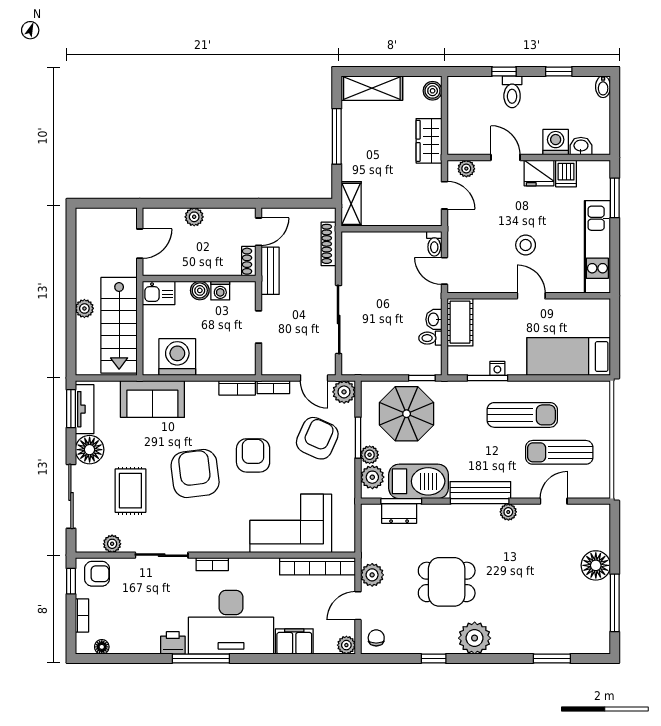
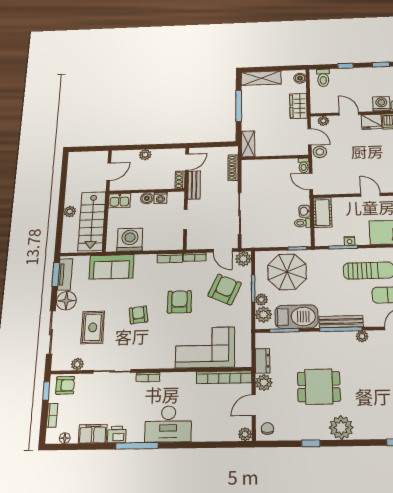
toilet: (512, 92) -> (323, 78), moved
stool: (526, 245) -> (320, 152), moved
armchair: (195, 474) -> (138, 315), width x0.53, depth x0.53
dresser: (399, 514) -> (262, 361), moved, turned -90
desk: (231, 622) -> (168, 424), width x0.73, depth x0.77
filing cabinet: (294, 642) -> (93, 434), moved

